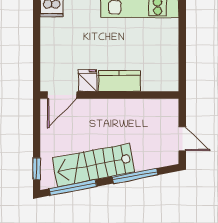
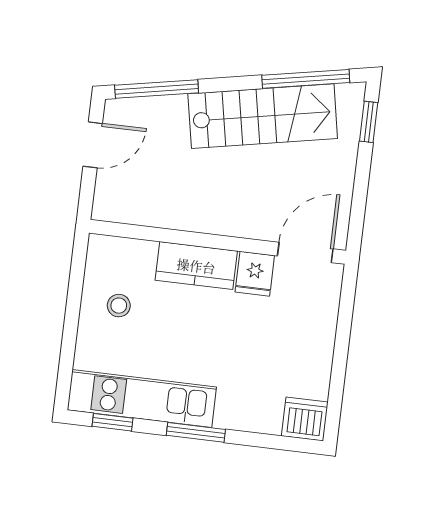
stool: (158, 55) -> (119, 306), added
door: (182, 139) -> (93, 145), swing flipped
window: (135, 176) -> (157, 89), moved

